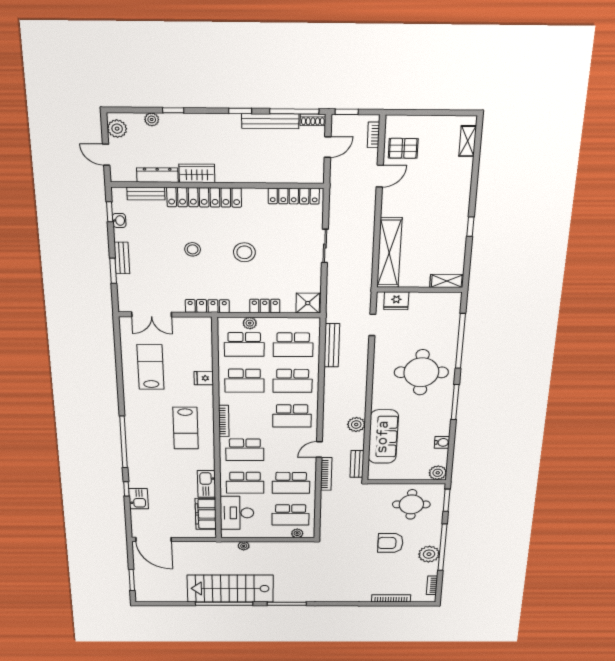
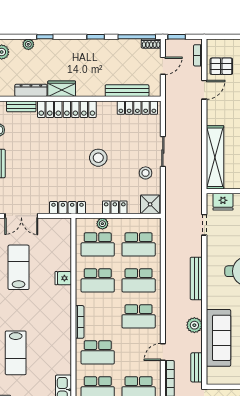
bench: (270, 121) -> (127, 91), moved
stool: (193, 249) -> (146, 173), moved
bench: (332, 345) -> (196, 278), moved
lab bench: (186, 428) -> (16, 353), moved

